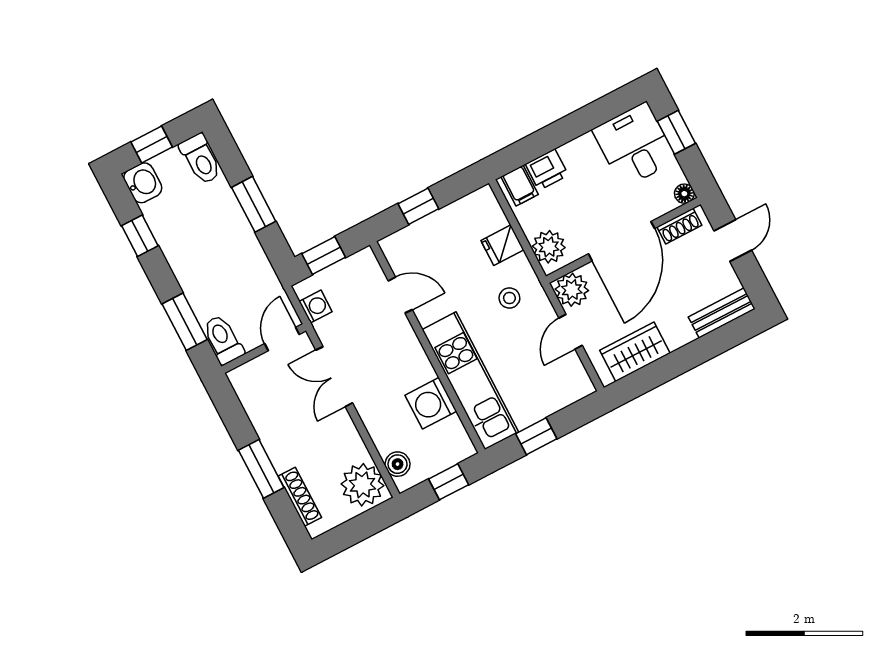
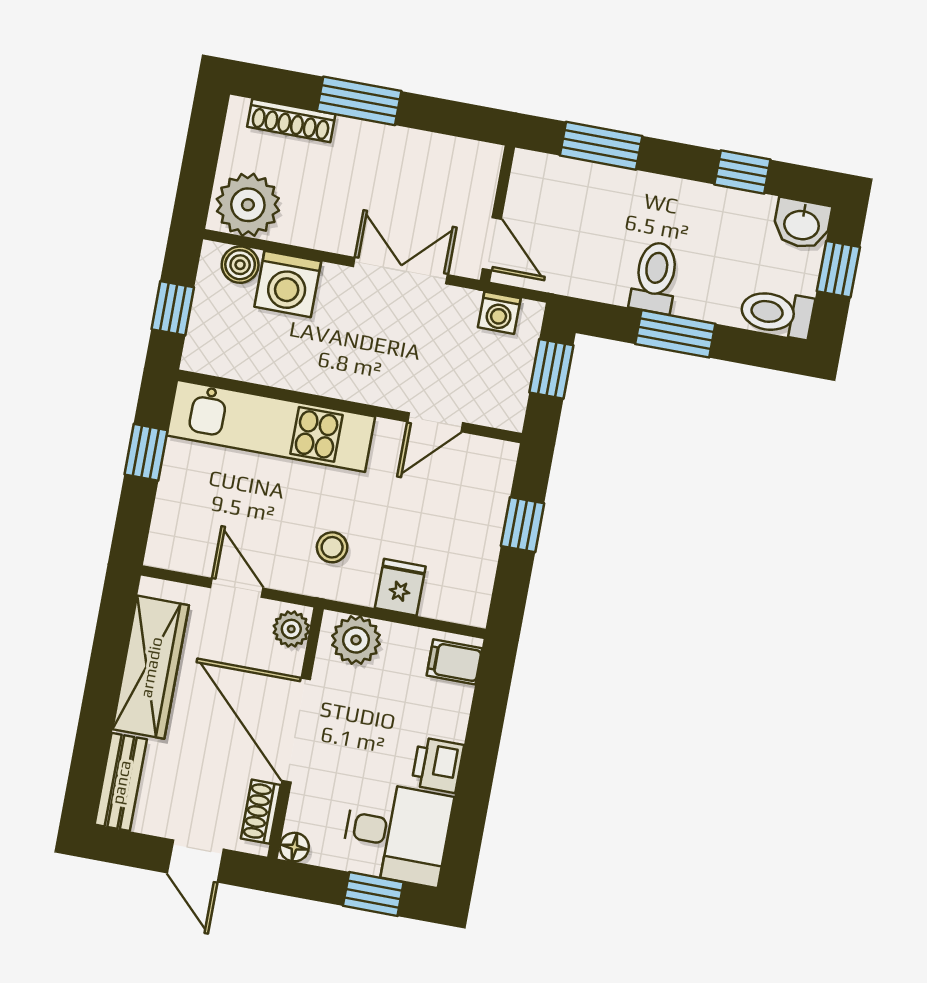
printer: (547, 170) -> (438, 765), moved
plant: (572, 290) -> (291, 629), width x0.73, depth x0.73
toilet: (223, 340) -> (655, 277), moved, turned -90
wardrobe: (635, 352) -> (151, 667), width x1.50
washing machine: (431, 403) -> (288, 284), moved, turned 180

